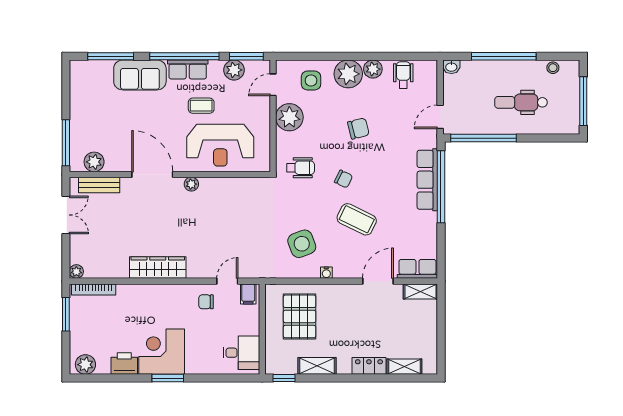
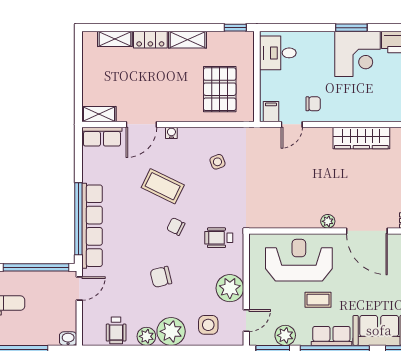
row of seats: (427, 180) -> (92, 226), width x1.36
side table: (302, 244) -> (217, 162), width x0.54, depth x0.54
water cooler: (326, 273) -> (171, 133), moved
shelving: (317, 366) -> (188, 40), moved

